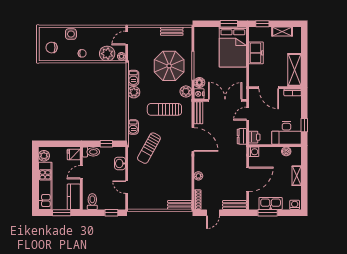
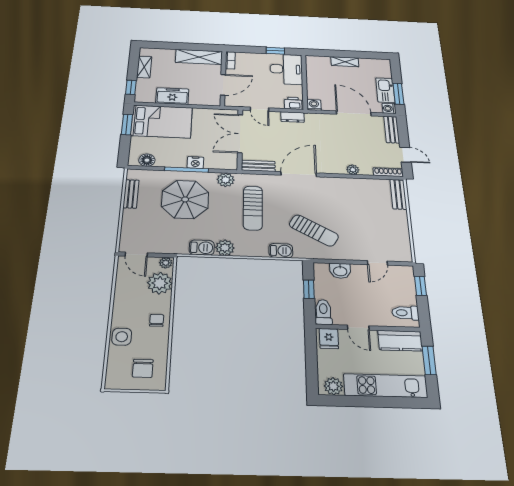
floor lamp: (199, 82) -> (147, 160), moved
nightstand: (199, 94) -> (195, 163), moved
boiler: (286, 151) -> (312, 71), removed
washing machine: (295, 205) -> (389, 108), moved

